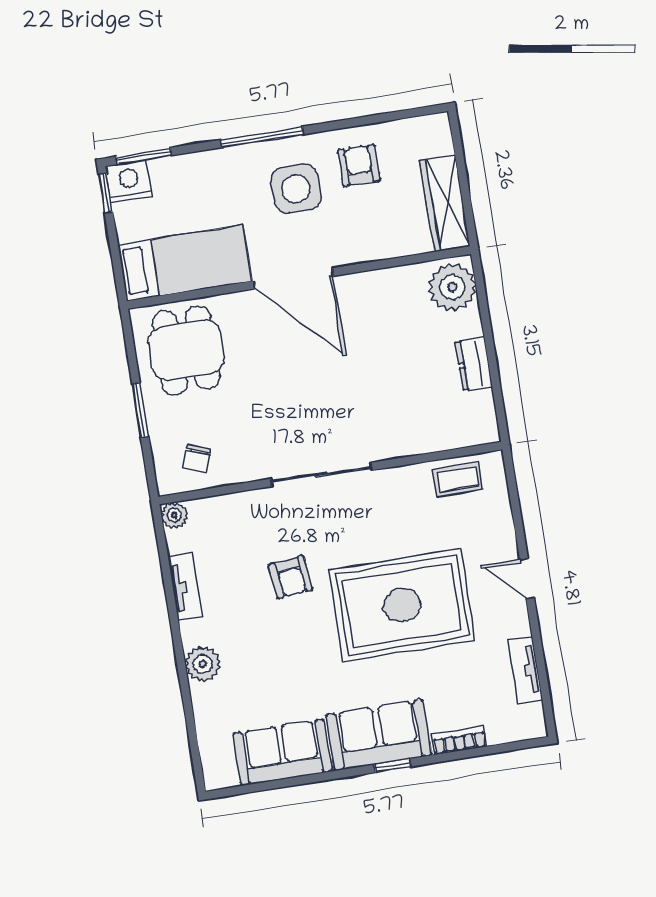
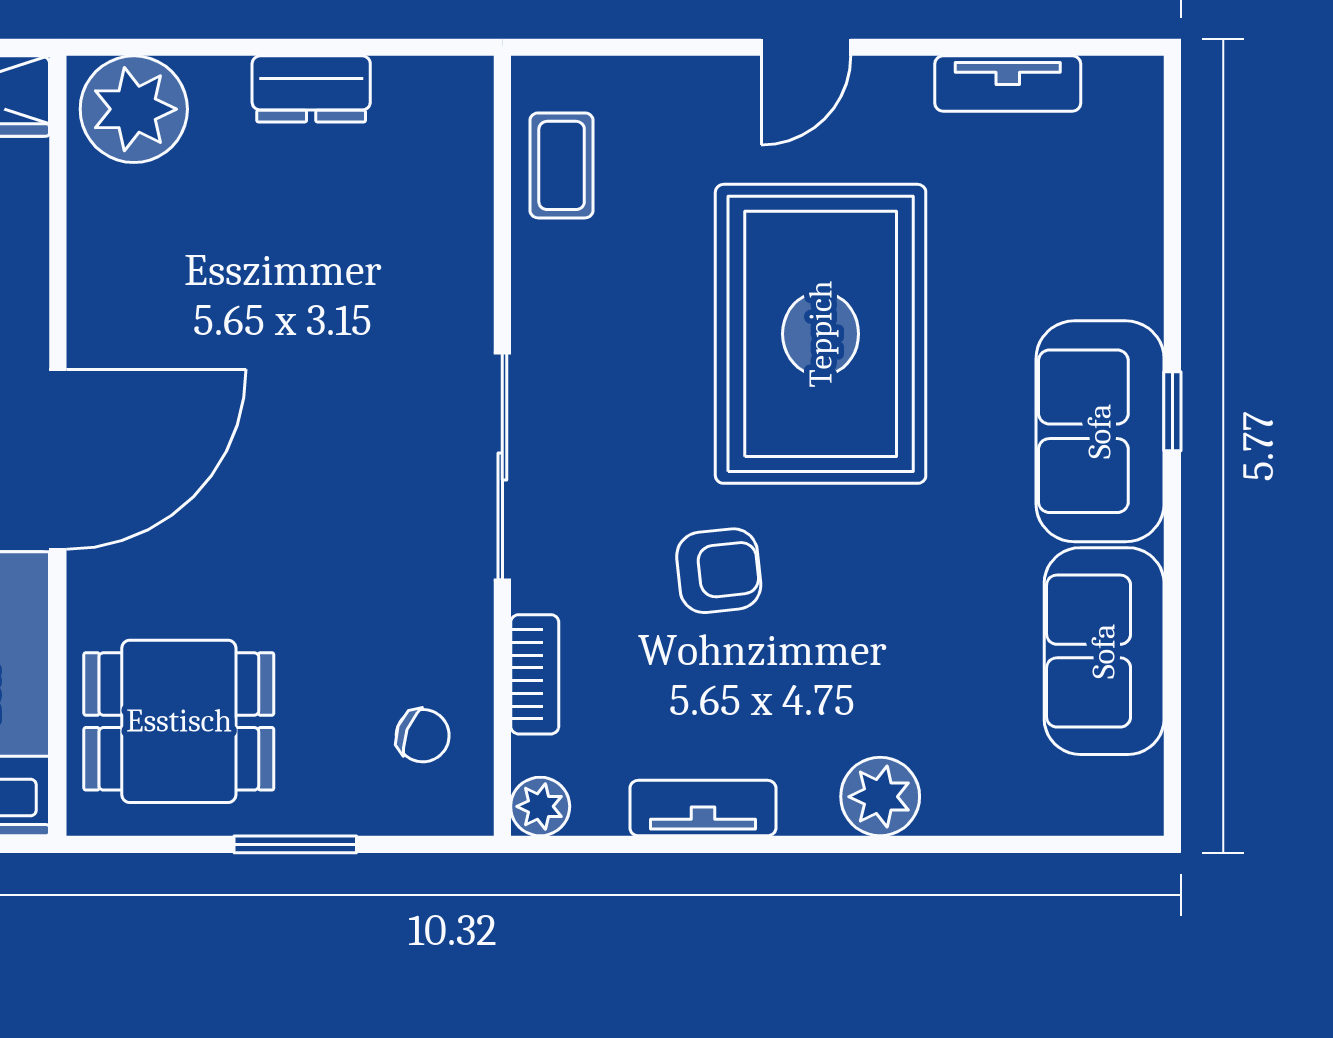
bookcase: (459, 740) -> (535, 674), moved, turned 180

